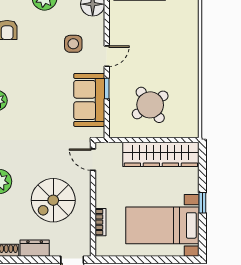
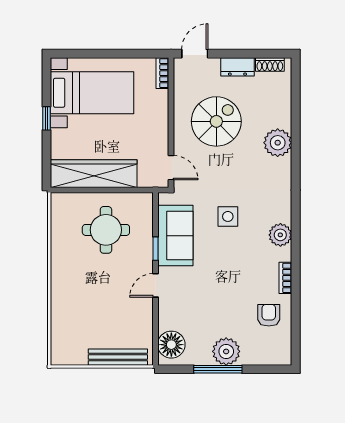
side table: (73, 44) -> (228, 216), moved
round table: (150, 105) -> (106, 230), turned 35
bookcase: (101, 222) -> (162, 73), moved

